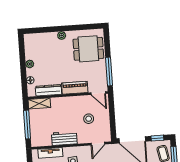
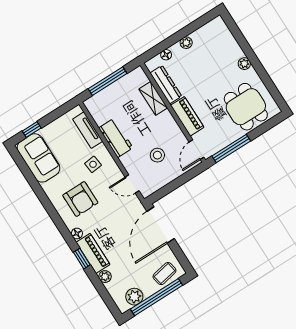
shelving: (39, 103) -> (153, 98), moved
window: (157, 138) -> (180, 256), removed

